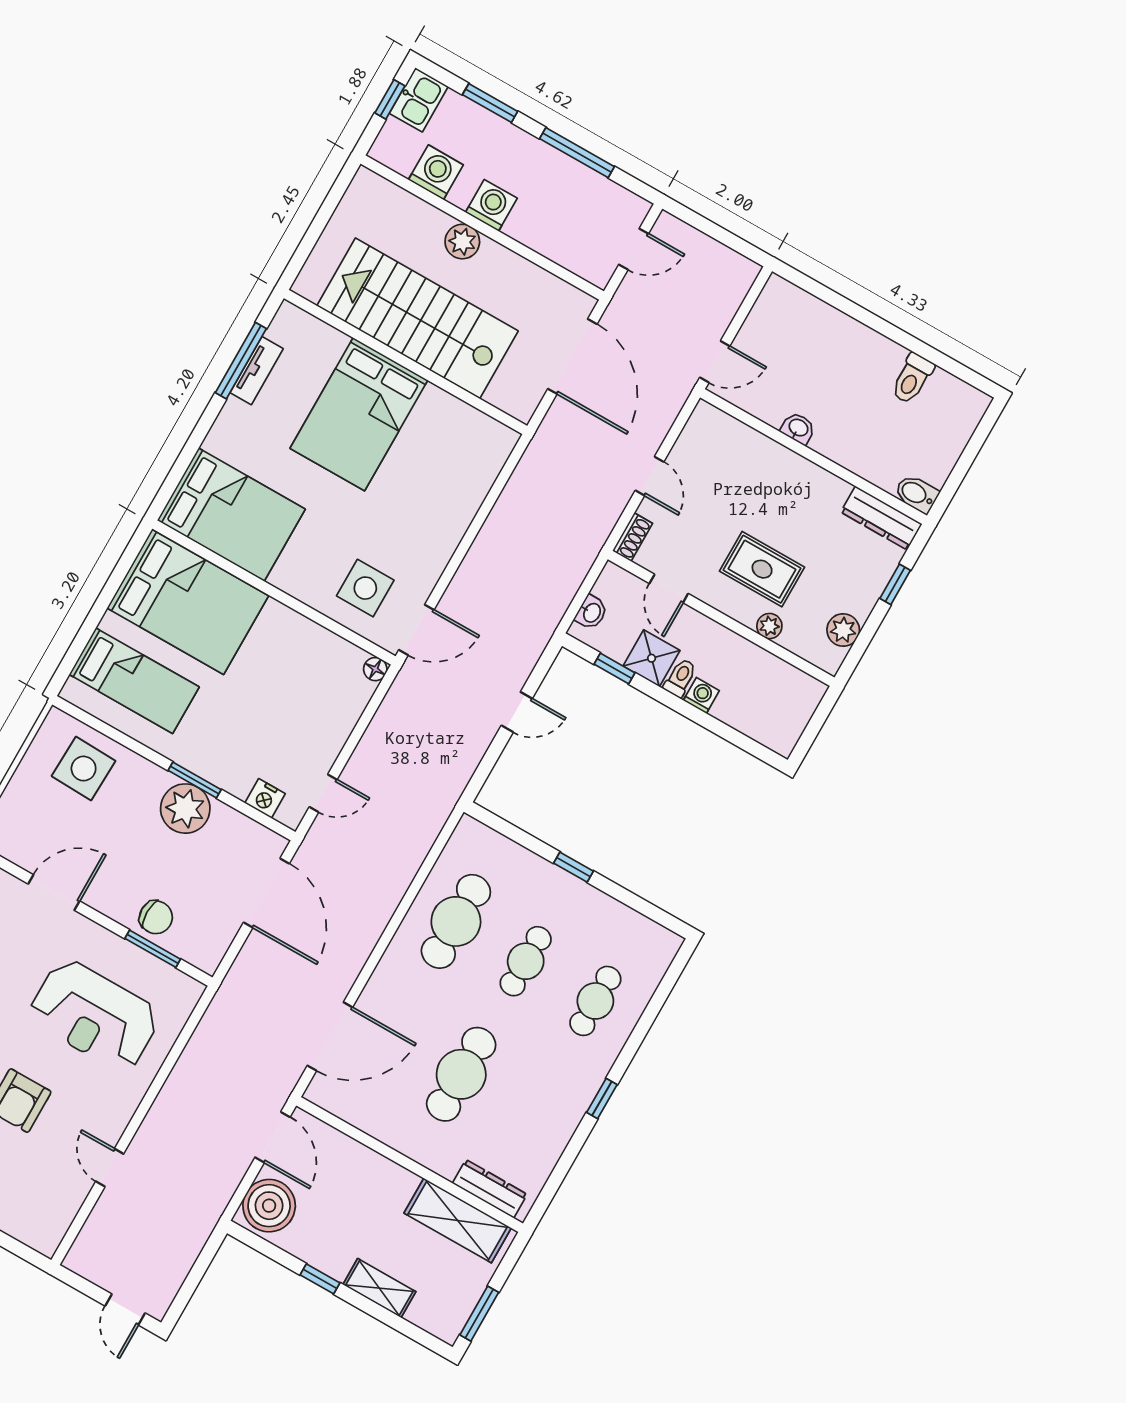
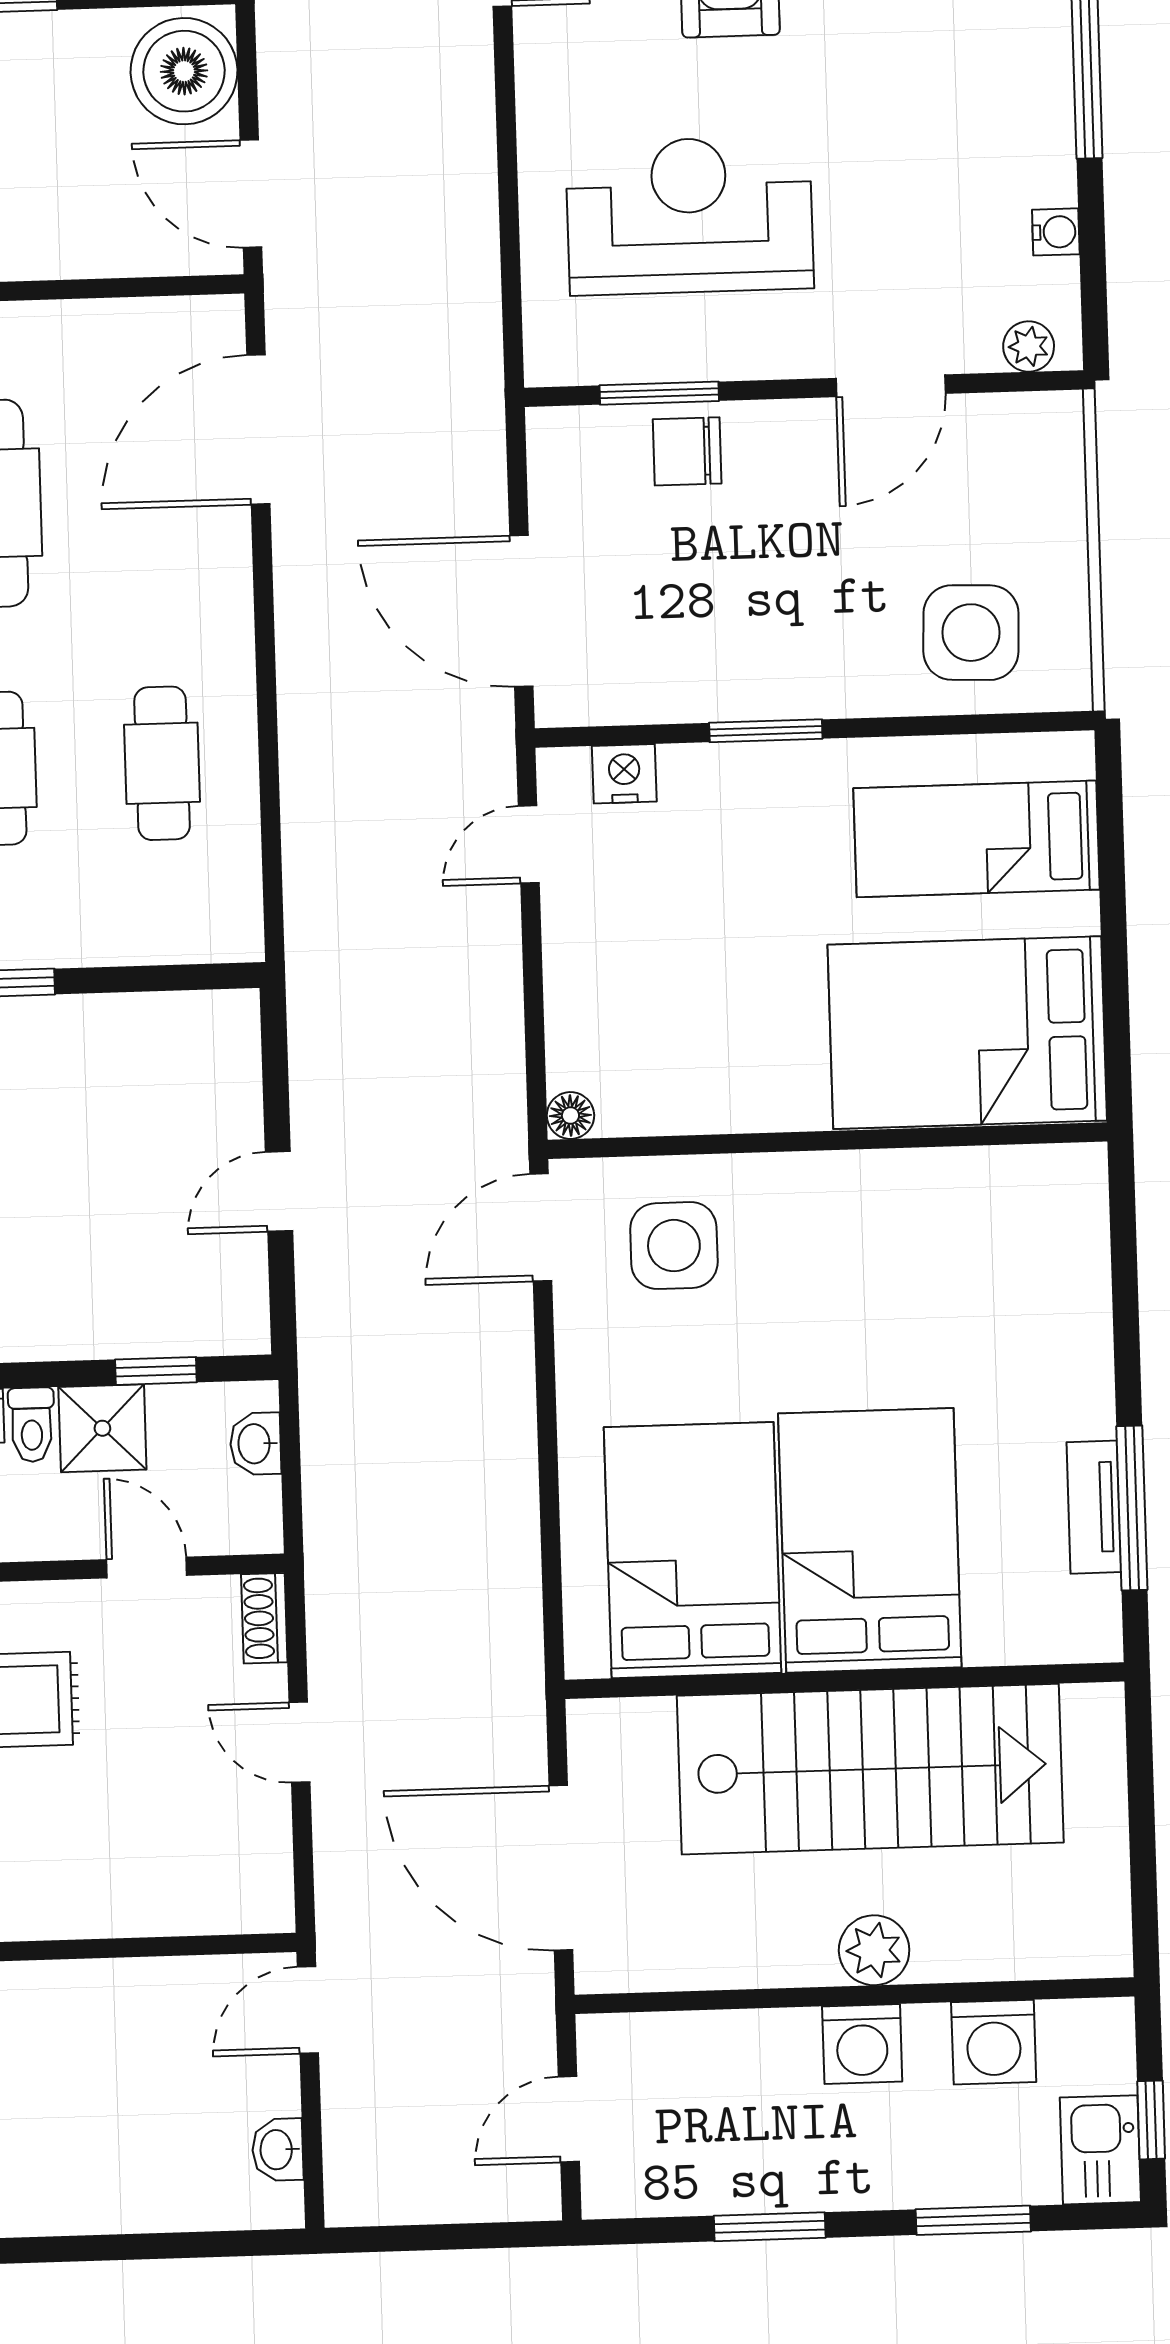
window: (577, 153) -> (770, 2227), width x0.69
washbasin: (798, 428) -> (278, 2150), moved, turned 90
bed: (231, 515) -> (693, 1550), moved, turned 90
plant: (185, 809) -> (752, 671), removed
cafe table: (456, 921) -> (162, 763), width x0.73, depth x0.74

